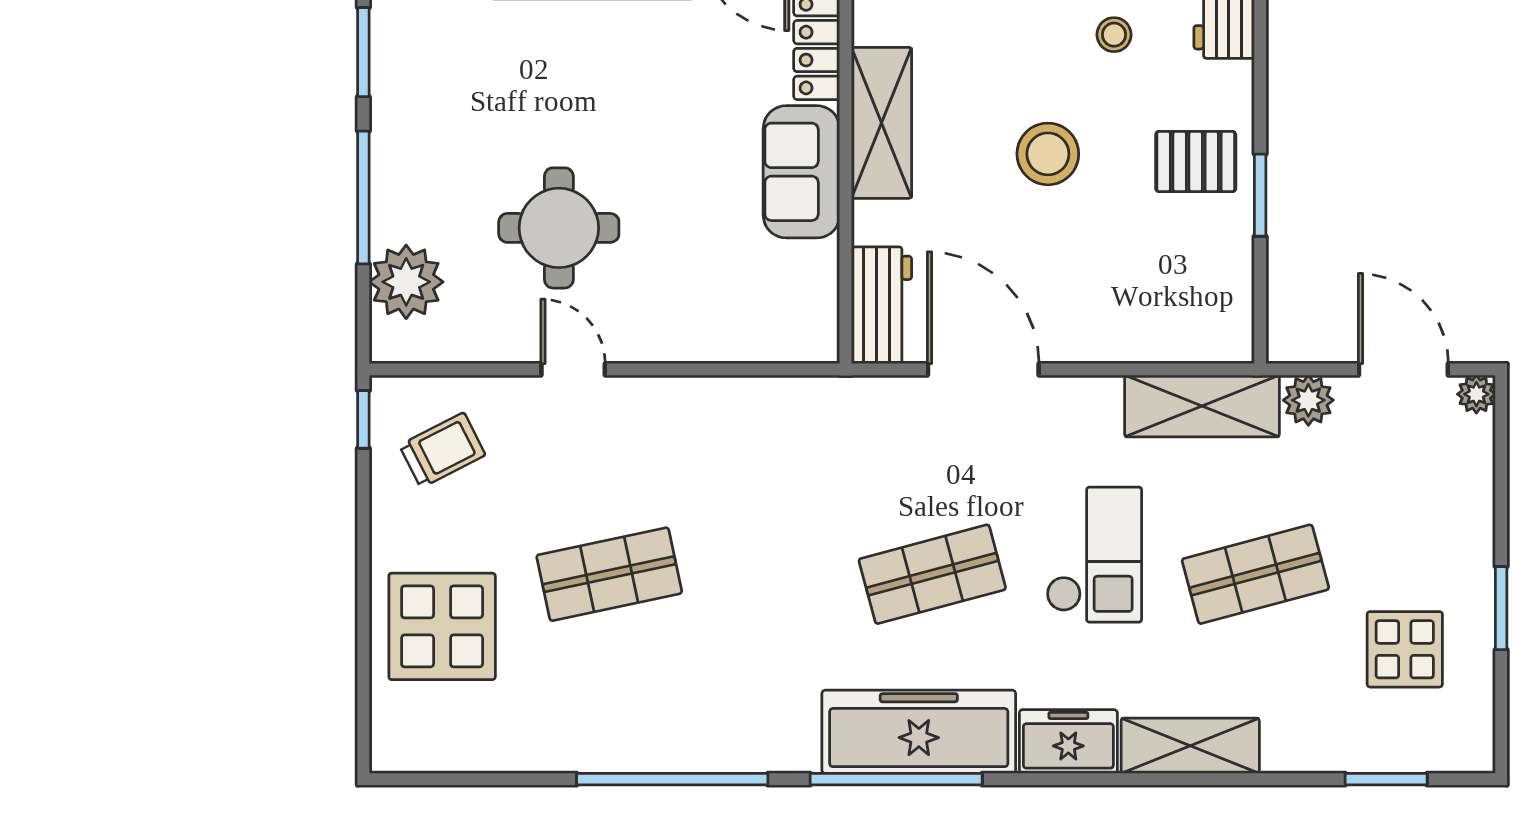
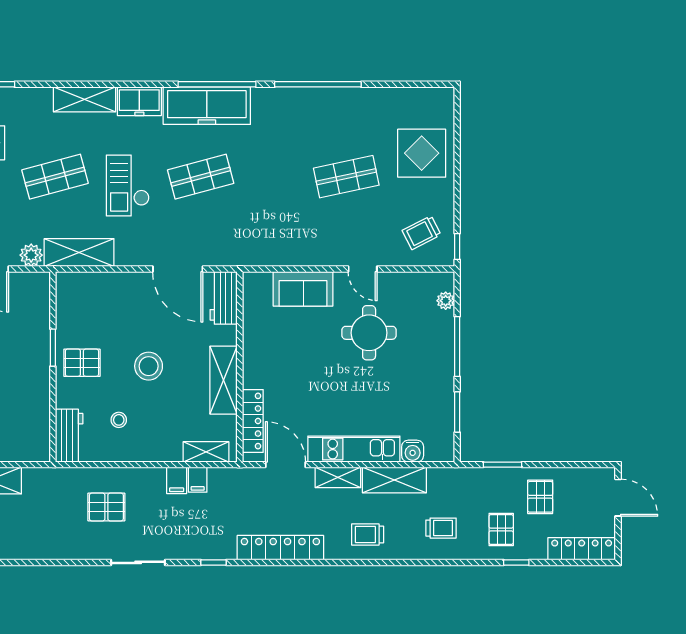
sofa: (801, 172) -> (303, 289), moved, turned 90
plant: (406, 282) -> (446, 301), width x0.53, depth x0.53

